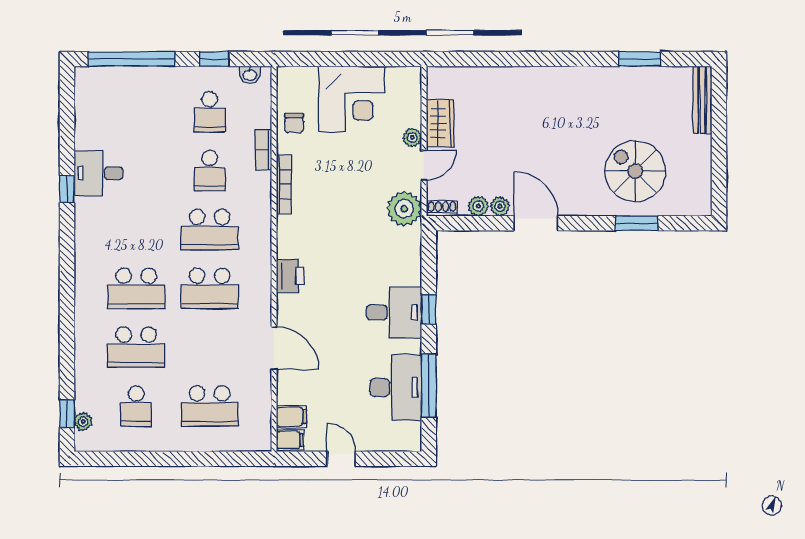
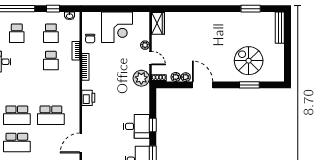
wardrobe: (440, 123) -> (158, 23), moved
door: (424, 165) -> (150, 58), hinge flipped
school desk: (210, 229) -> (17, 33), moved, width x0.54
printer: (290, 276) -> (88, 98), moved
door: (274, 348) -> (81, 143), swing flipped

